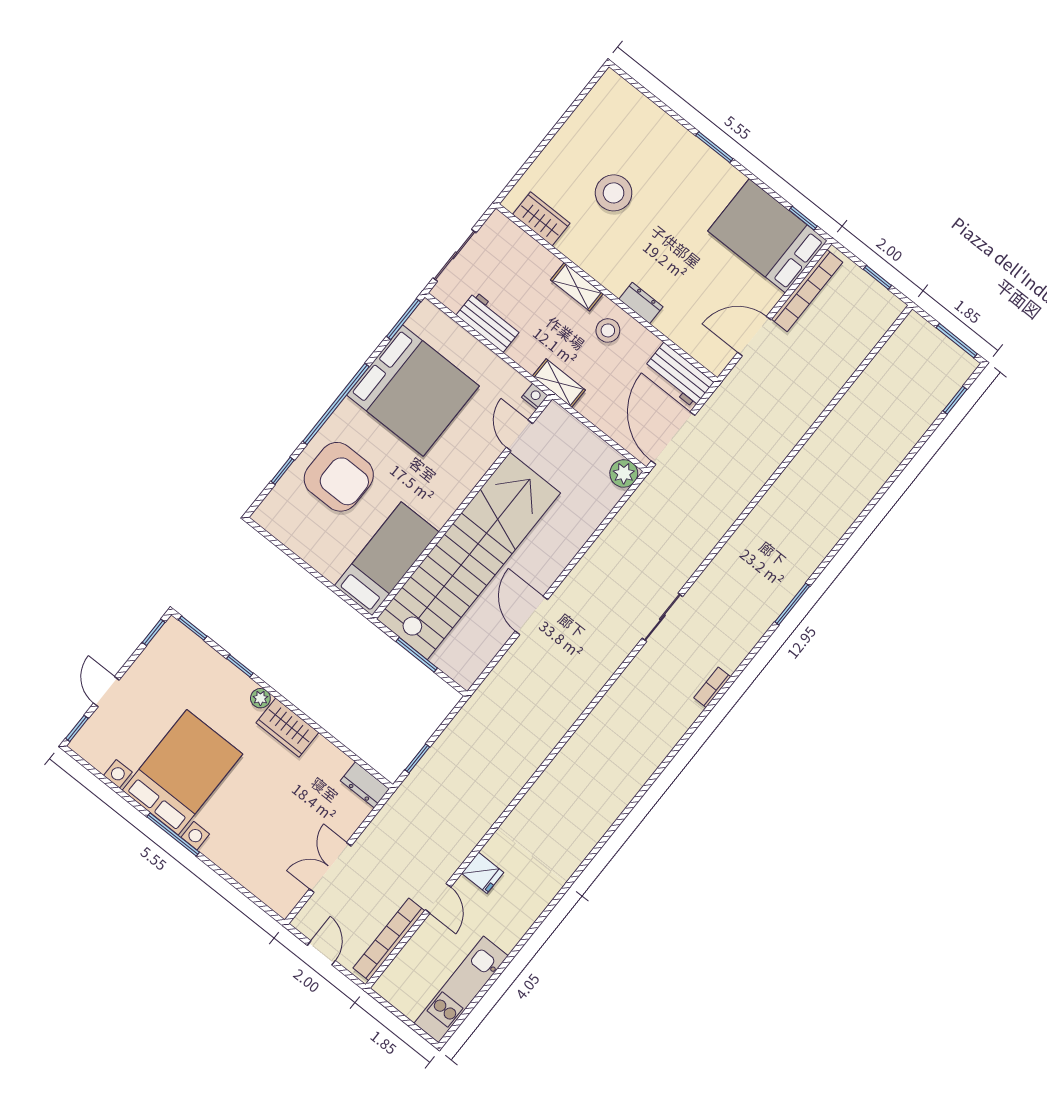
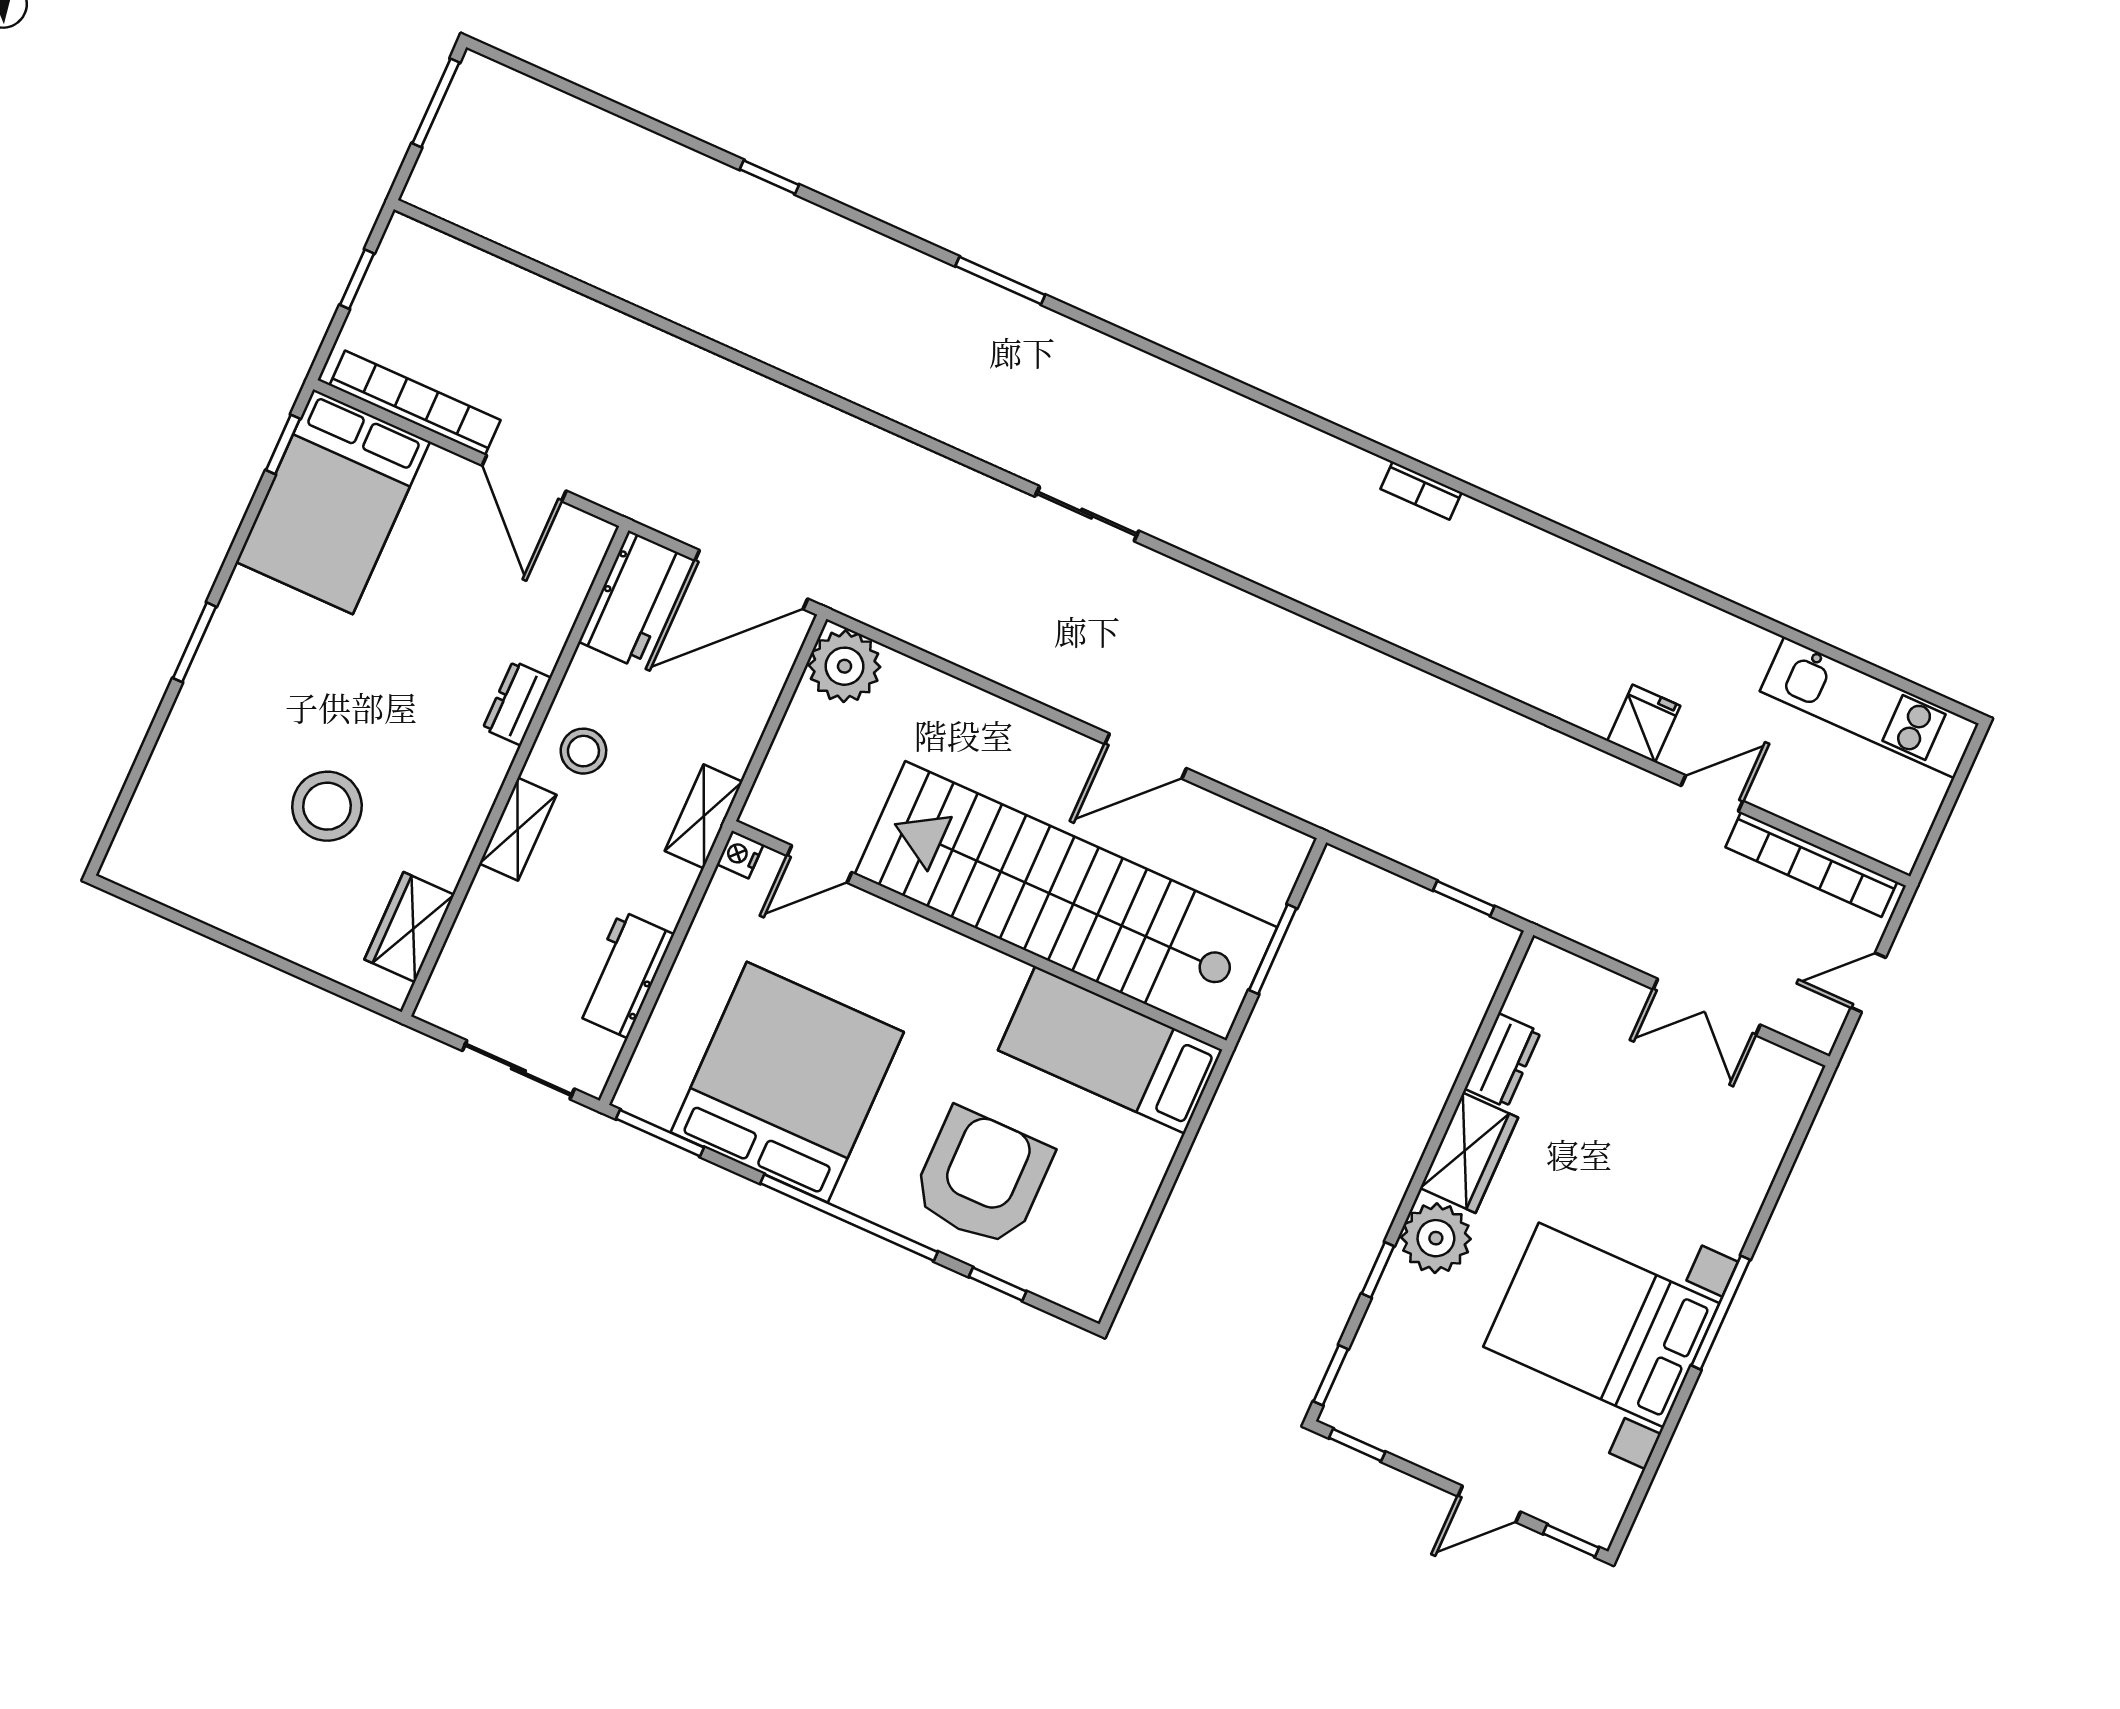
window: (955, 400) -> (769, 177), moved
plant: (624, 473) -> (845, 666), width x1.36, depth x1.36
bookcase: (712, 687) -> (1421, 491), moved
plant: (260, 698) -> (1436, 1238), width x1.88, depth x1.88
dresser: (365, 785) -> (1503, 1060), moved

